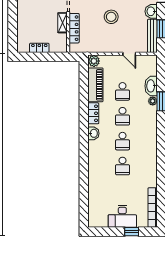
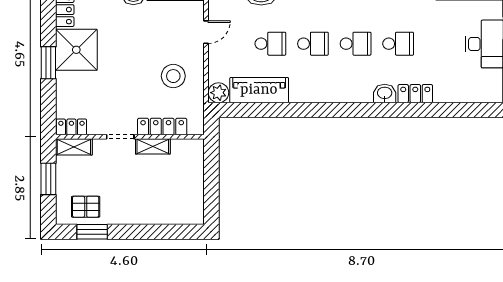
stool: (111, 17) -> (173, 76), moved
locker: (39, 48) -> (196, 186), removed
locker: (93, 113) -> (415, 94), moved
washbasin: (93, 133) -> (385, 93), moved

